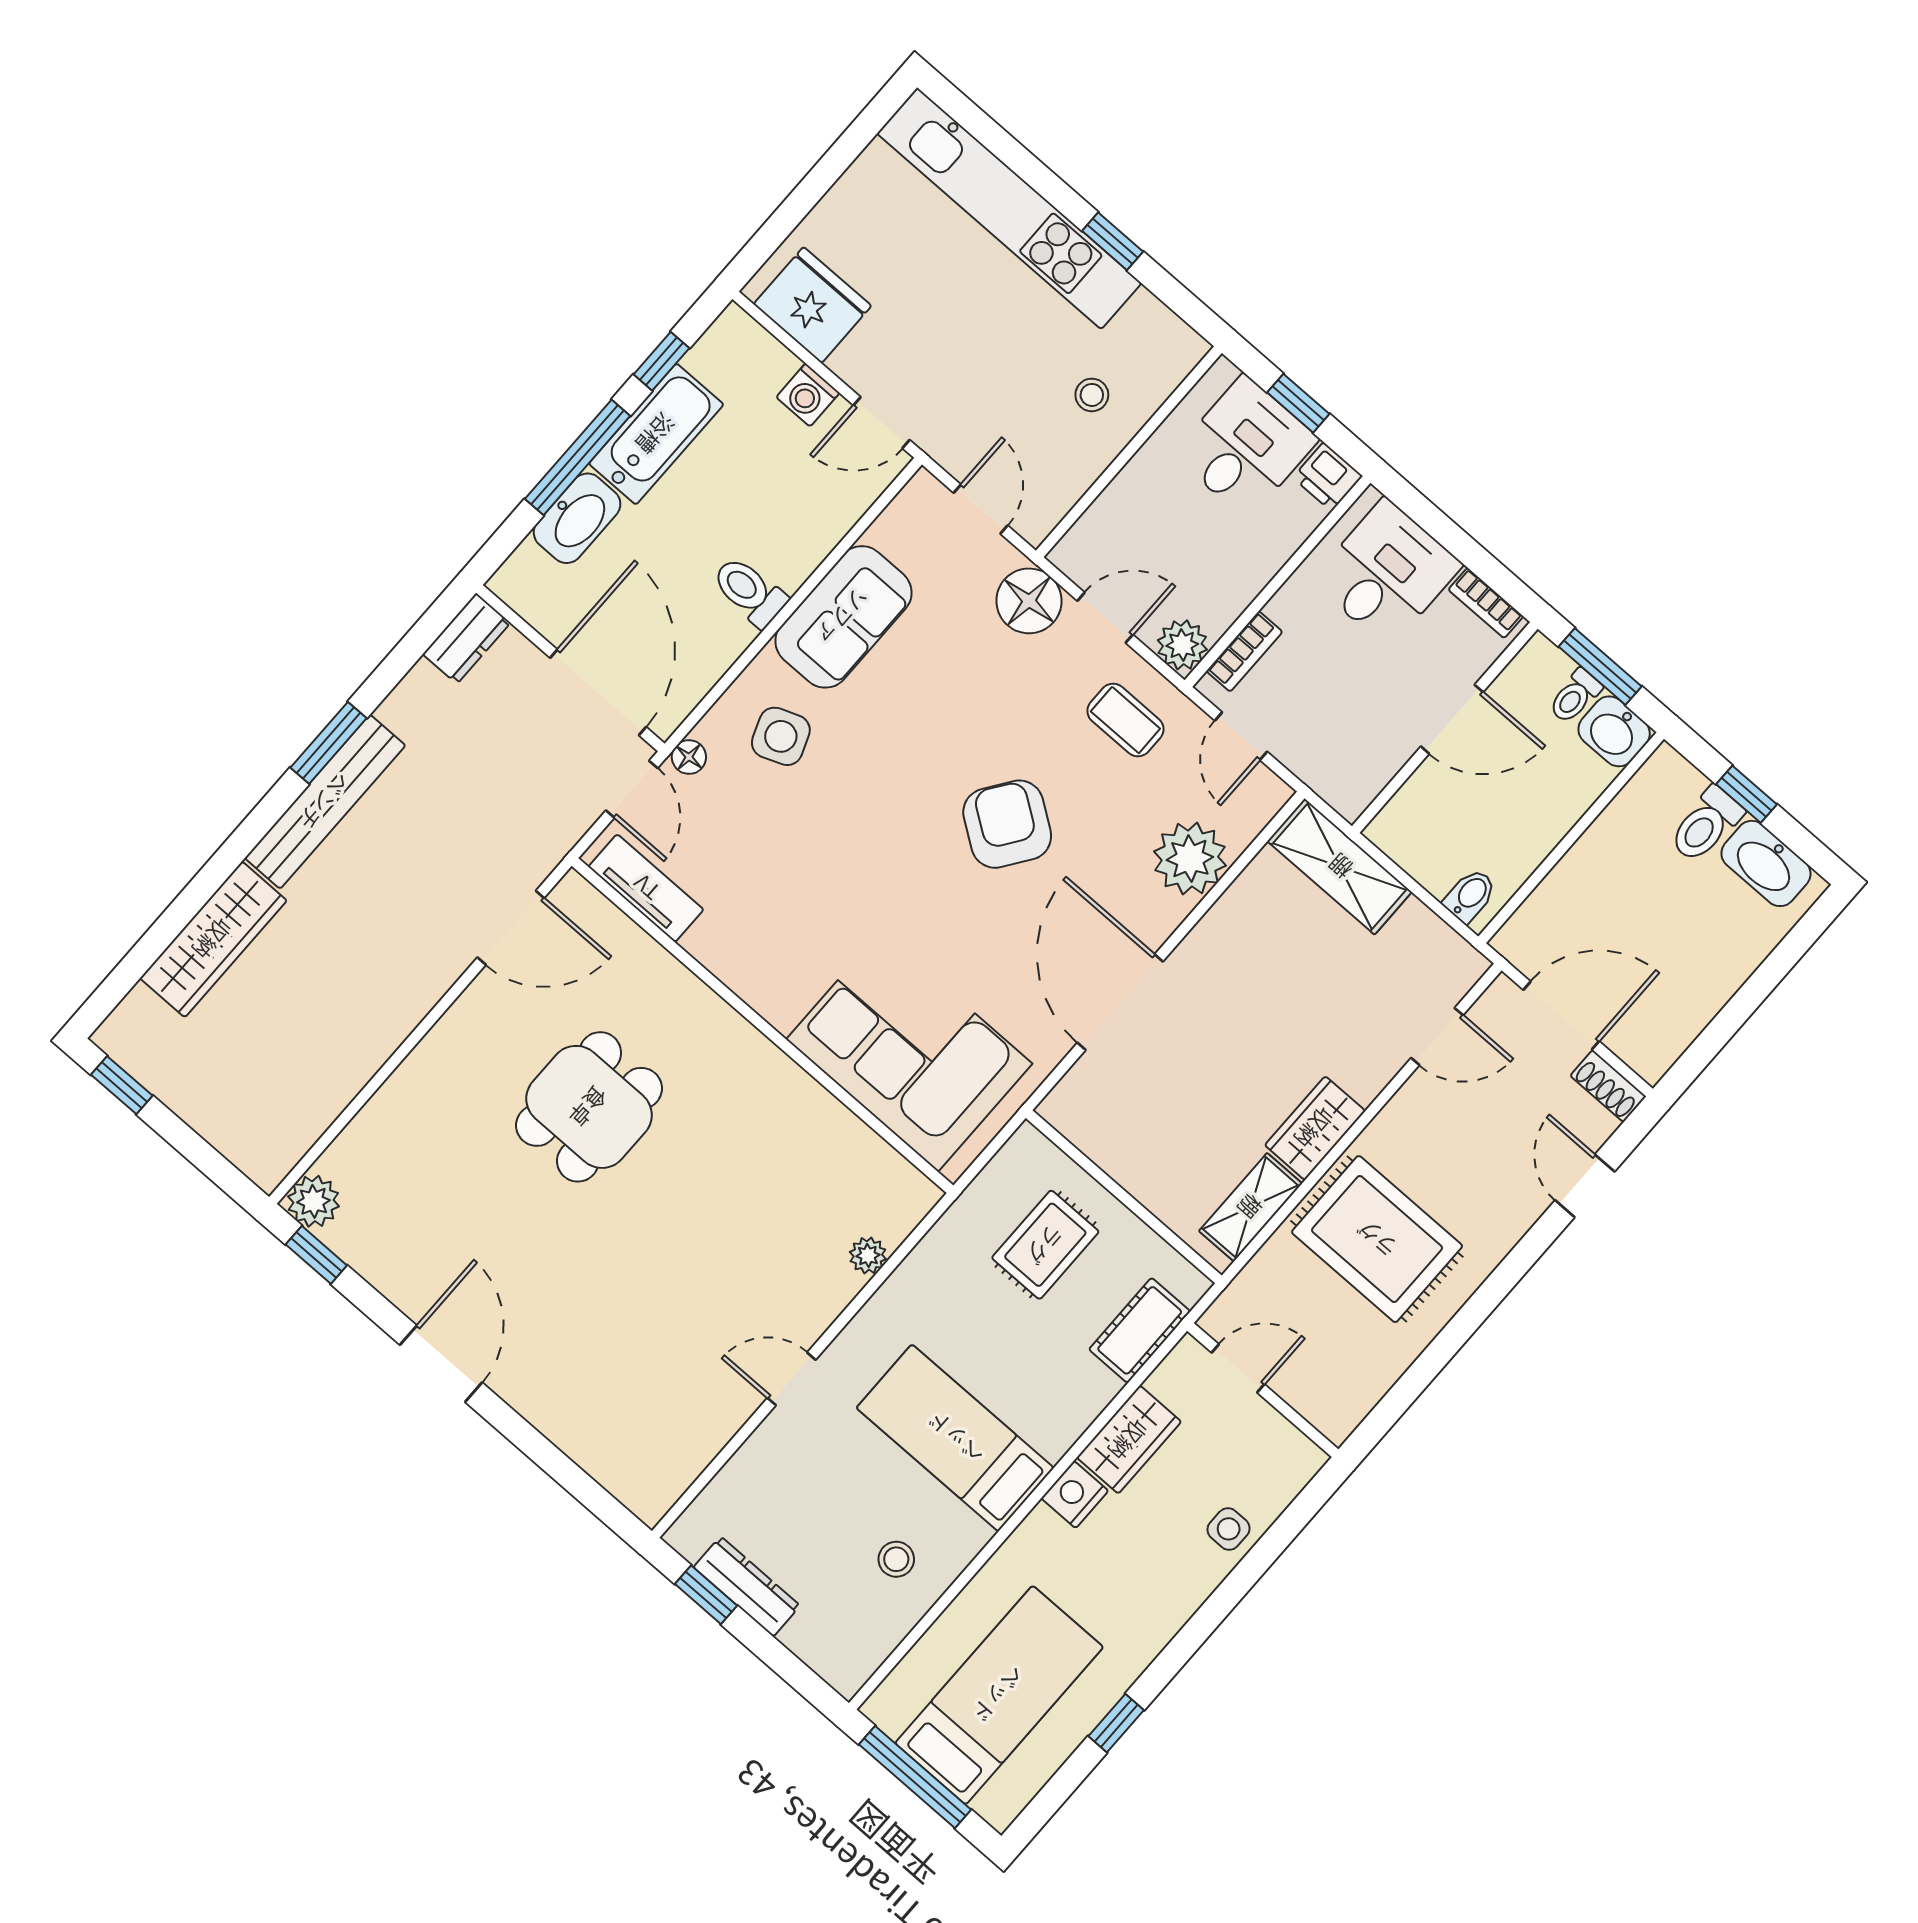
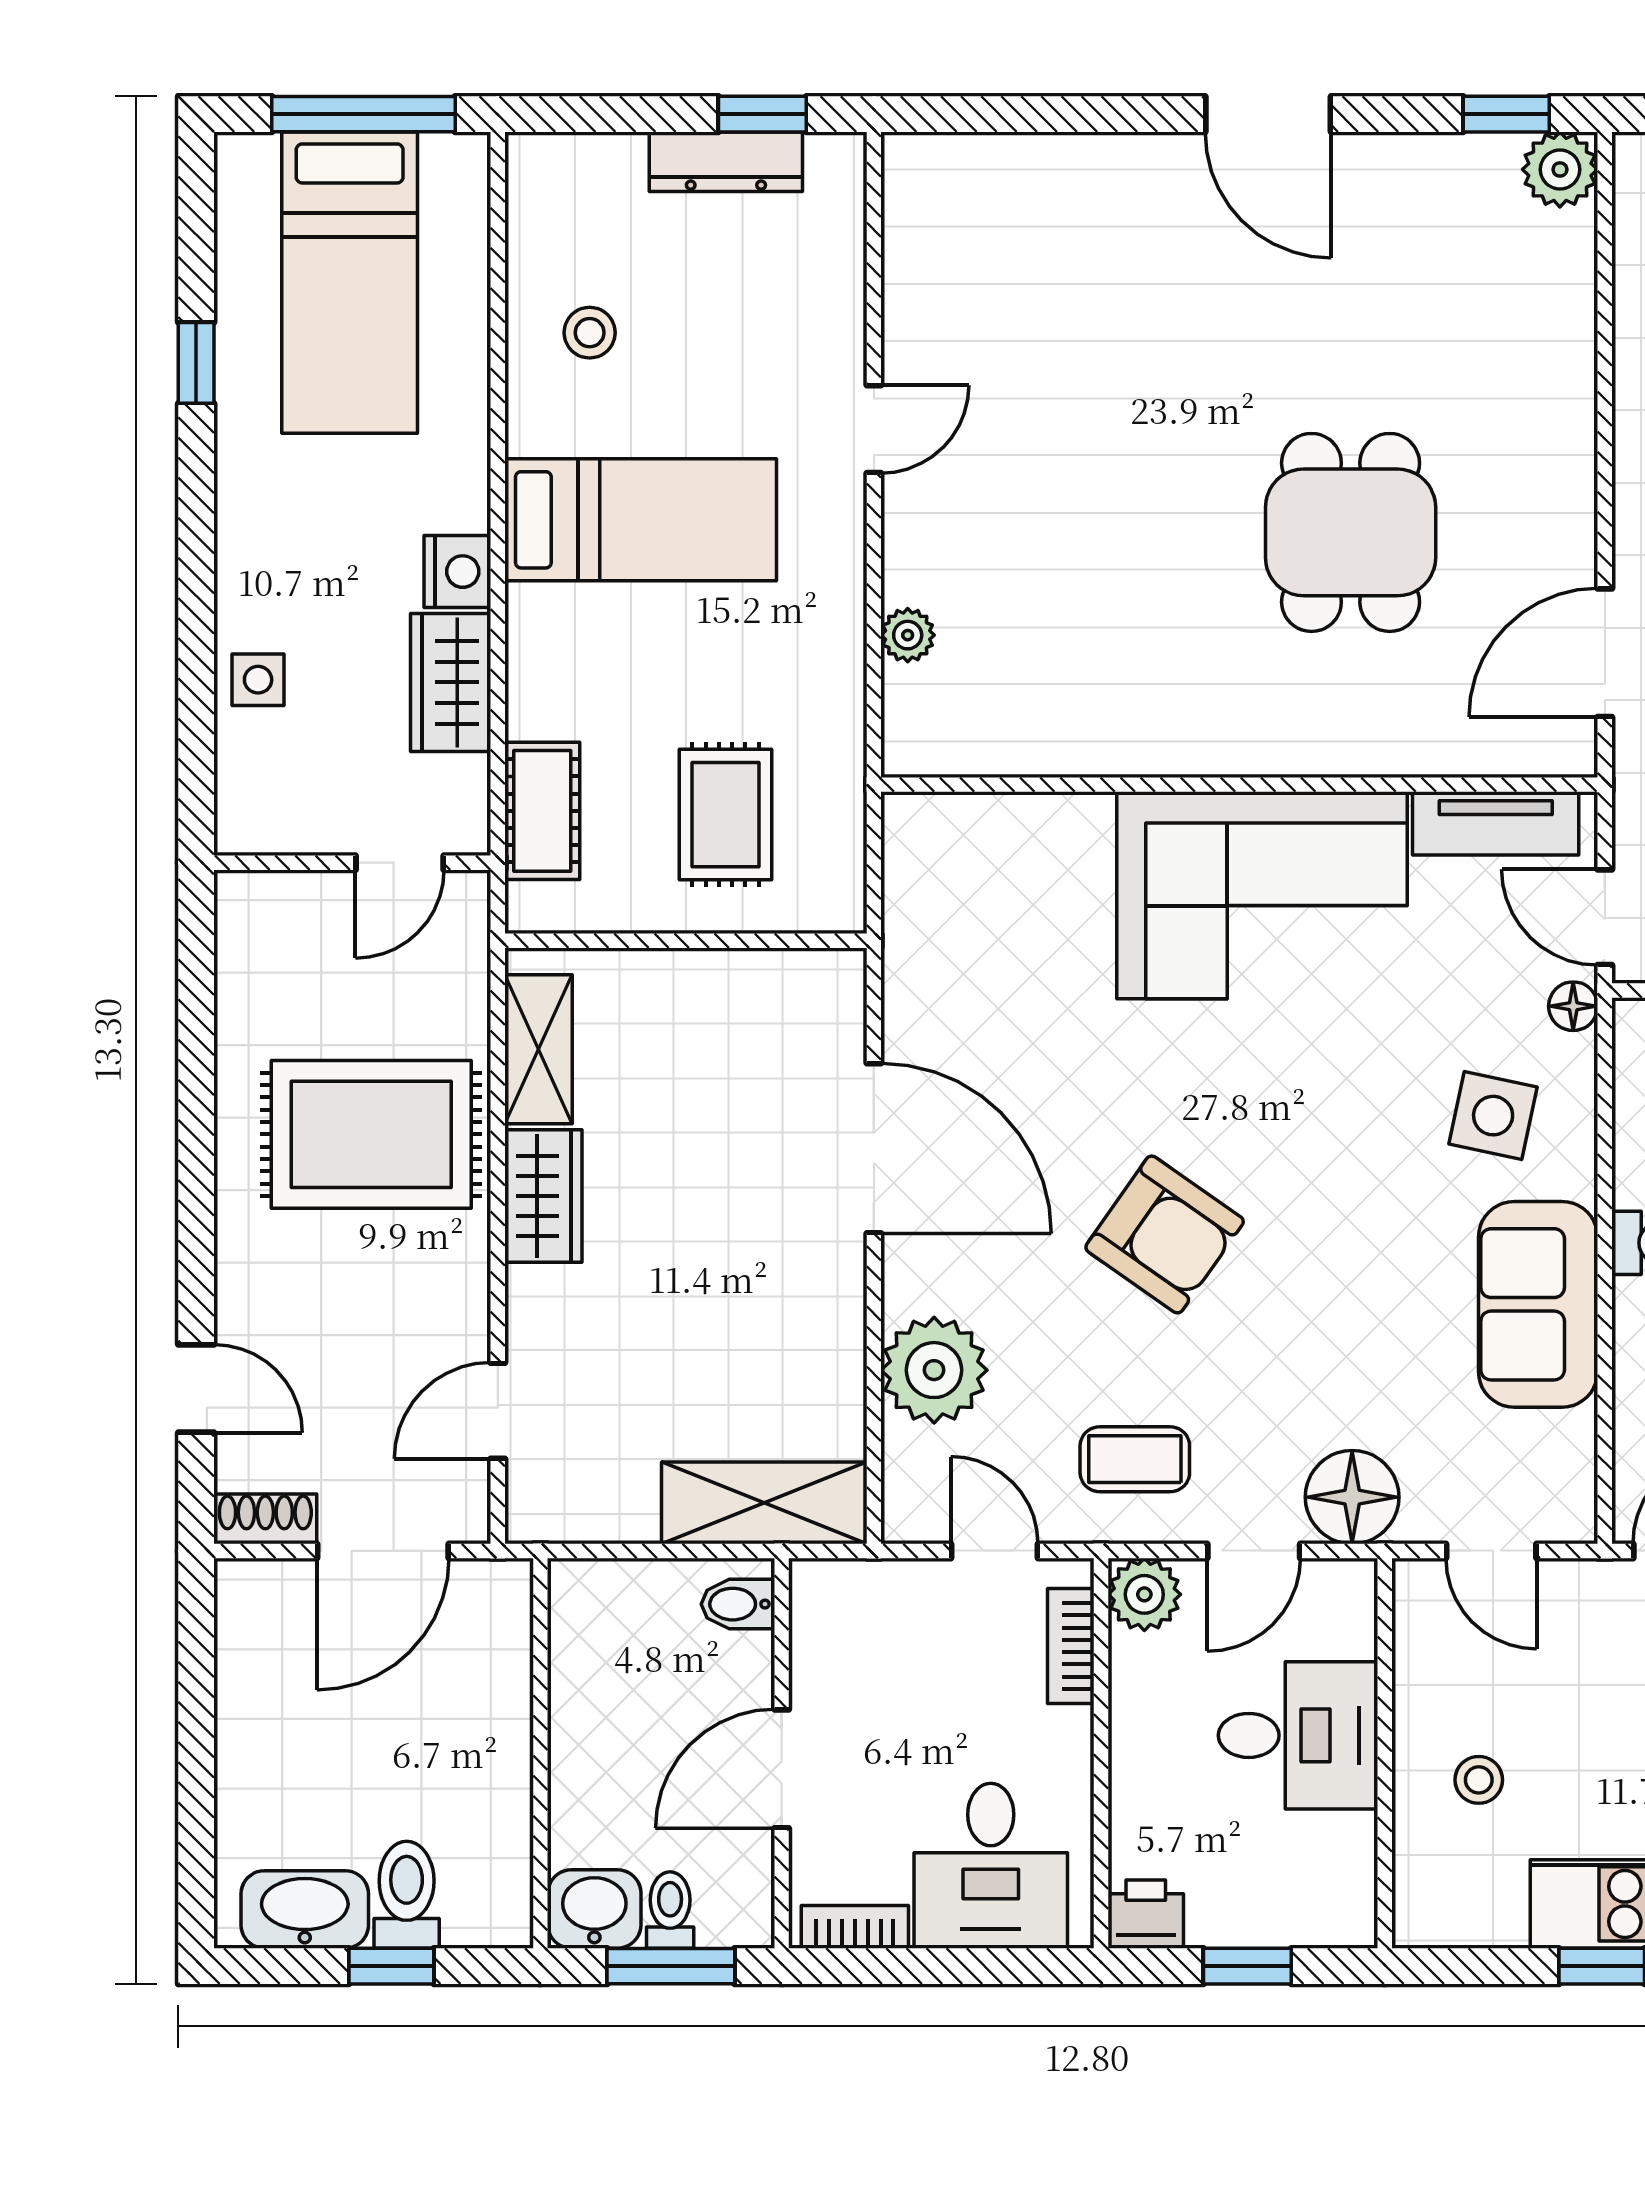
desk: (1246, 447) -> (1298, 1735), moved, turned -90
side table: (781, 736) -> (1493, 1116), turned 33
bidet: (1470, 896) -> (738, 1604), moved, turned 90
corner sofa: (909, 1051) -> (1262, 895), moved

